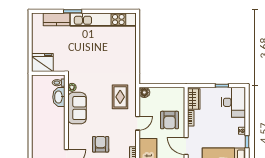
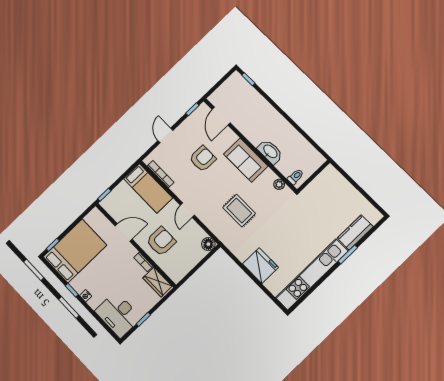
fridge: (42, 63) -> (261, 266), moved, turned -90
washbasin: (59, 97) -> (270, 152), moved
rug: (120, 97) -> (239, 211), moved
sofa: (77, 108) -> (246, 160), moved
armchair: (170, 120) -> (161, 241), turned 90
armchair: (101, 144) -> (203, 159), turned -90

